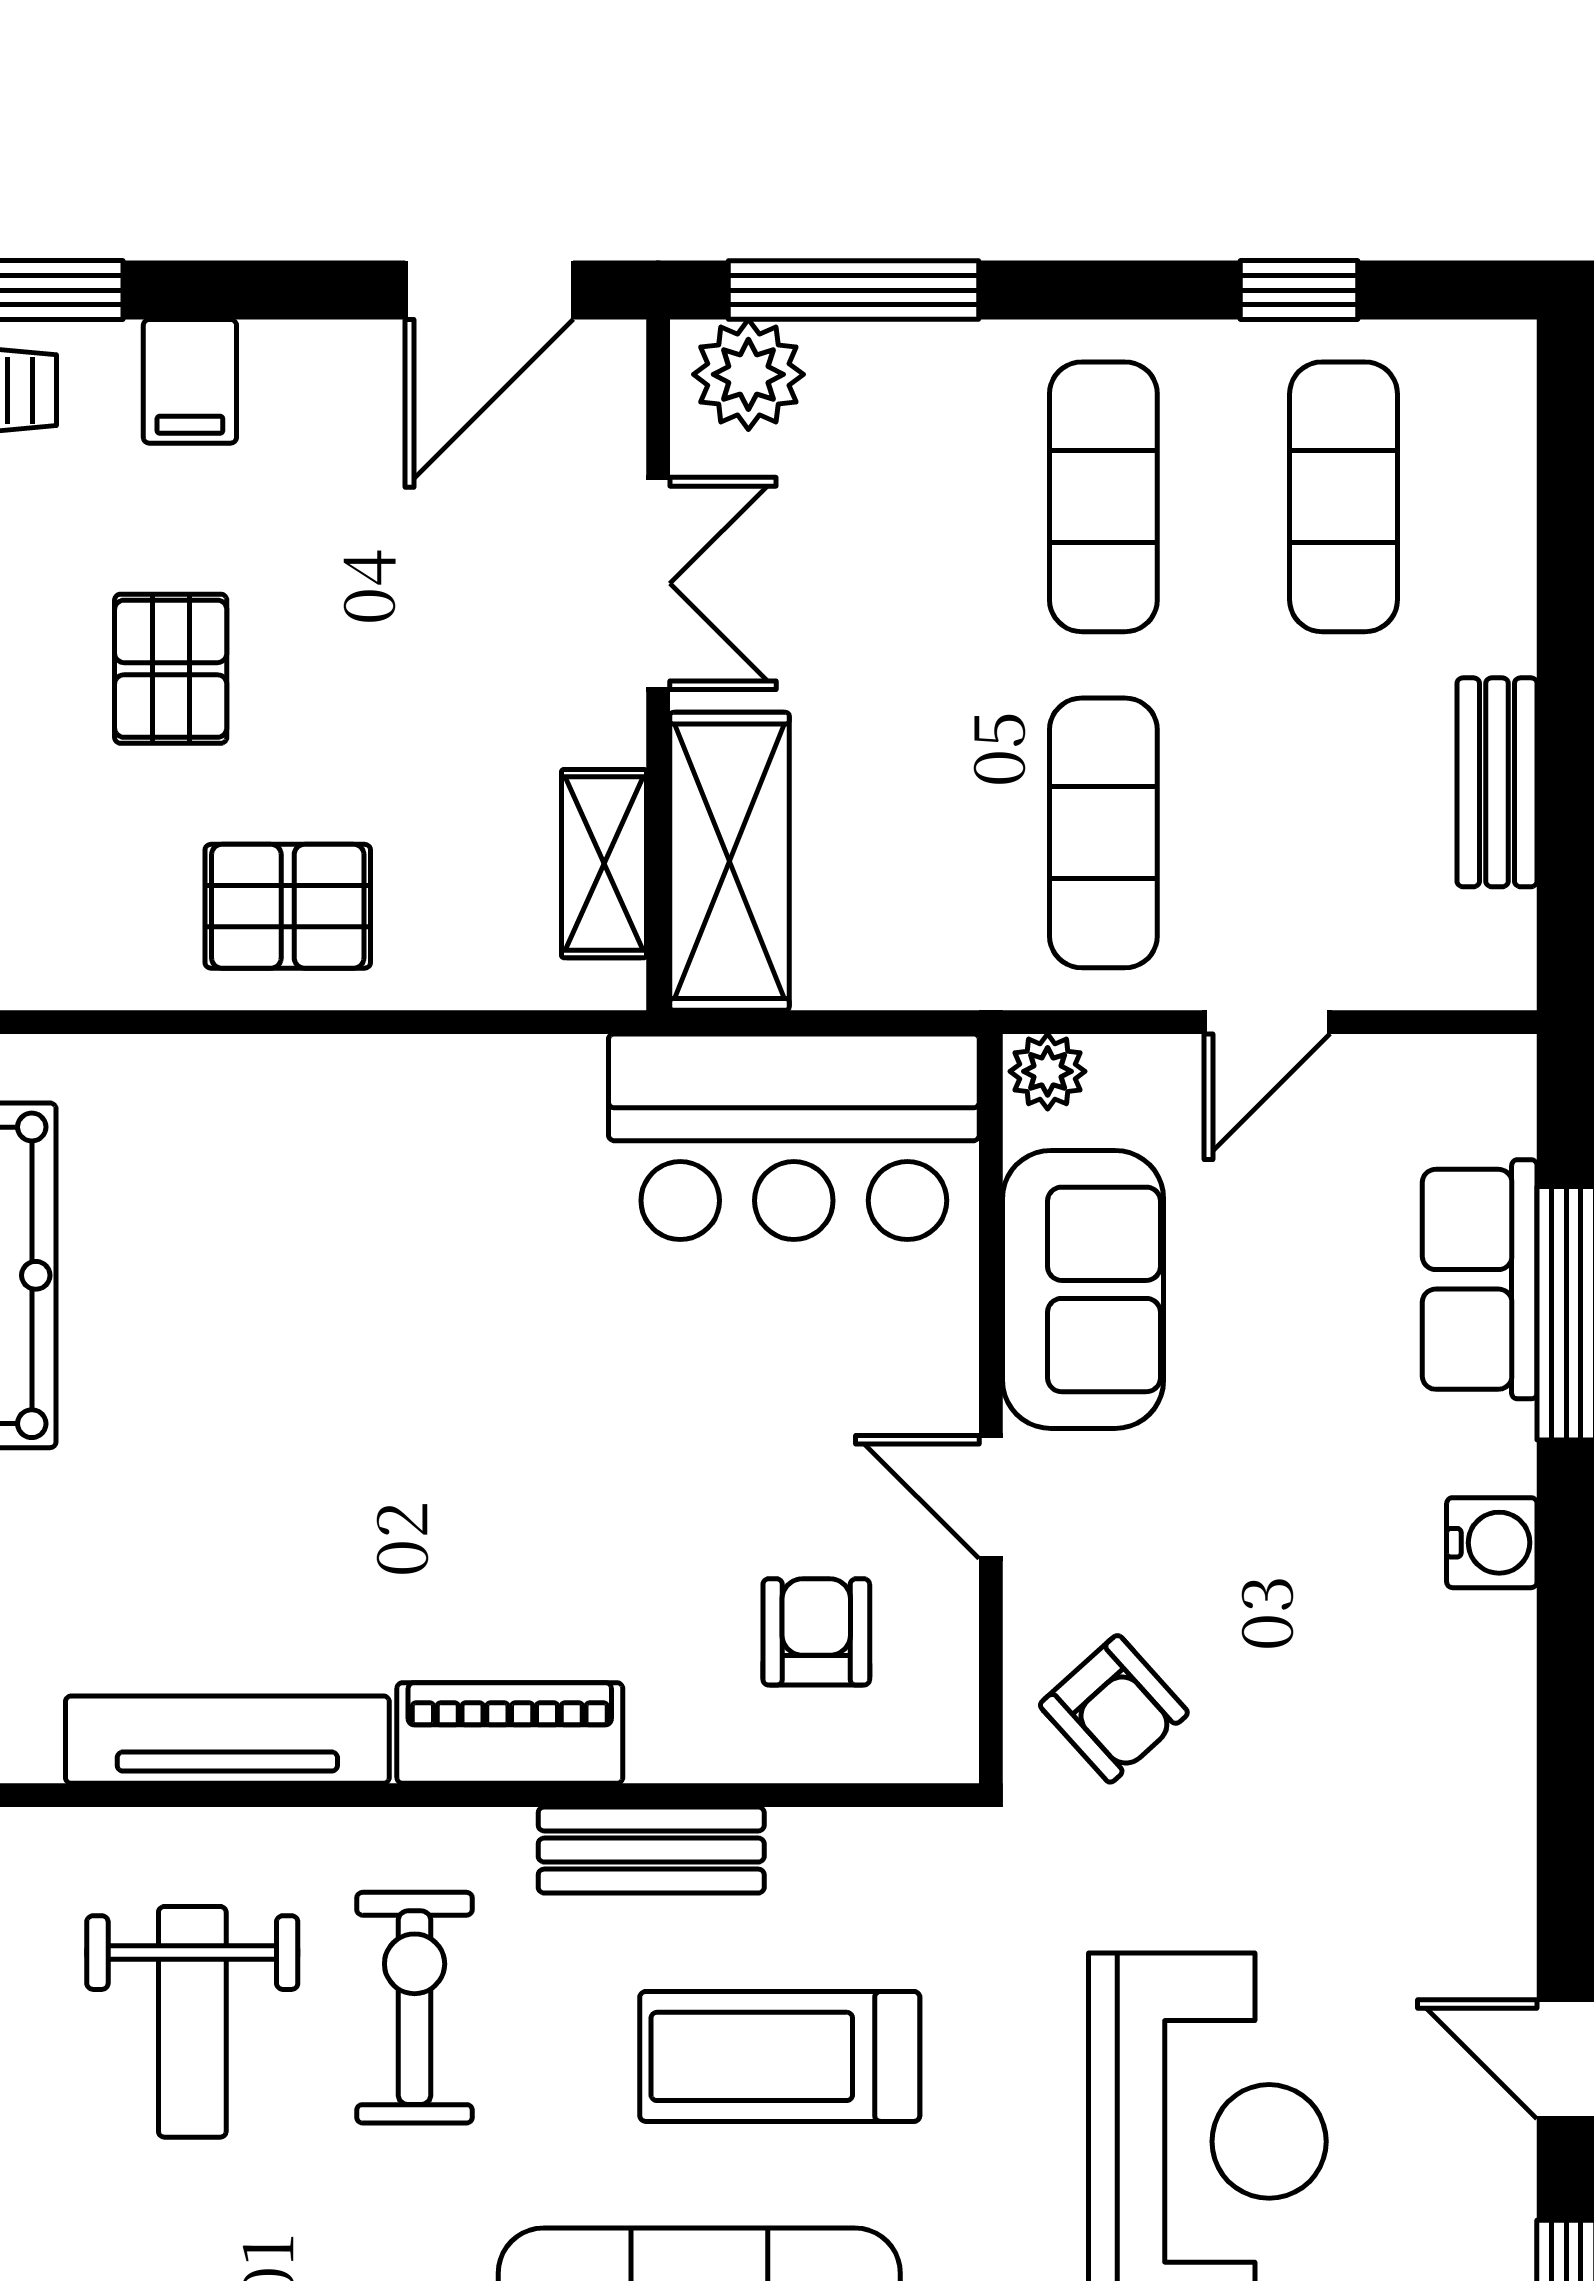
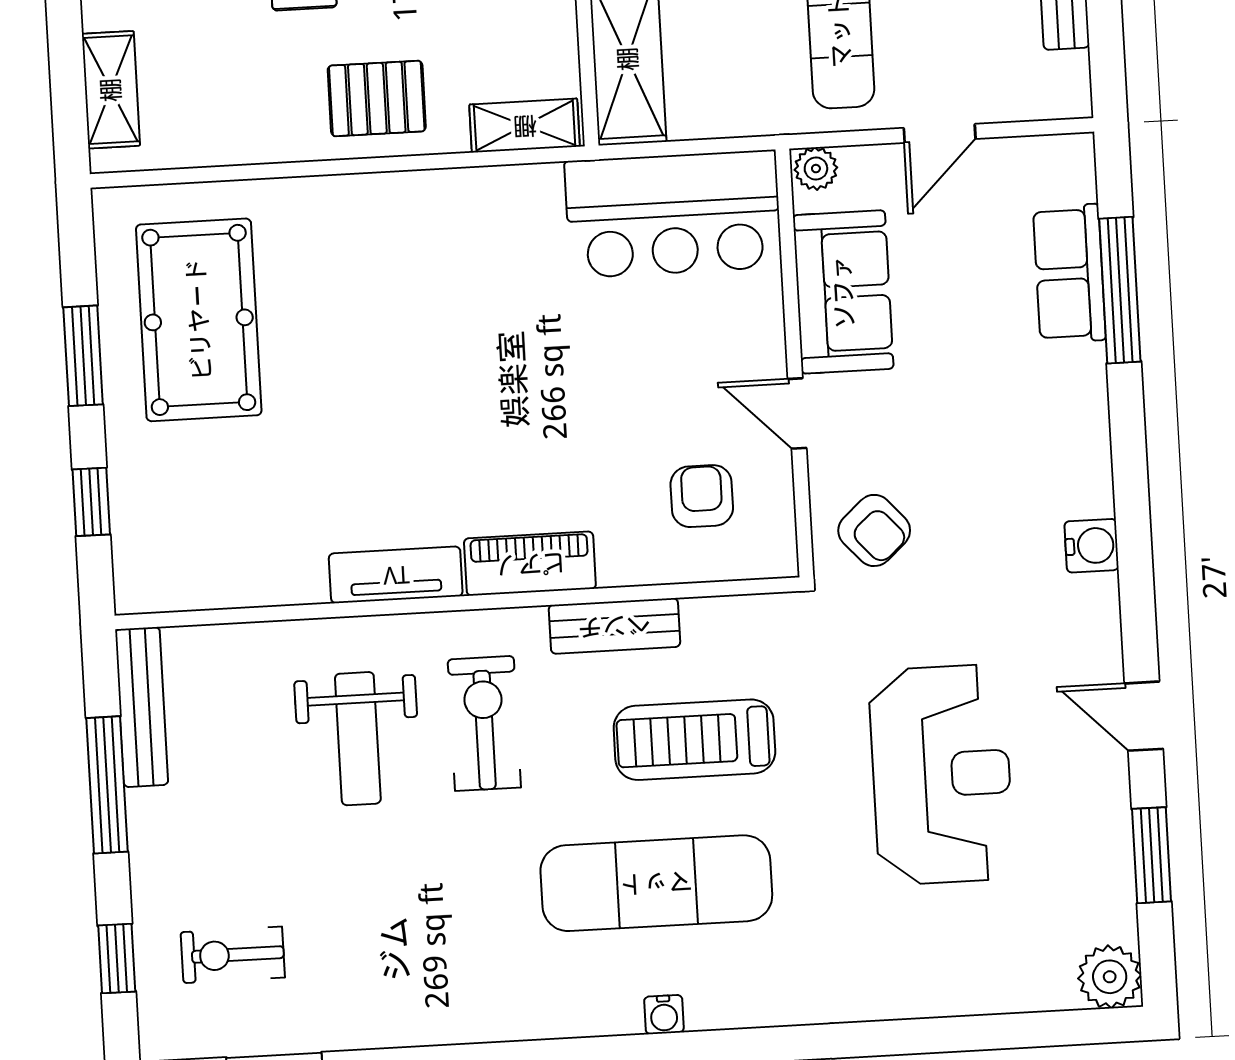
shelving: (604, 864) -> (525, 126), moved, turned 90
water cooler: (1492, 1543) -> (1092, 546), moved
tv unit: (227, 1740) -> (396, 575), width x0.71

